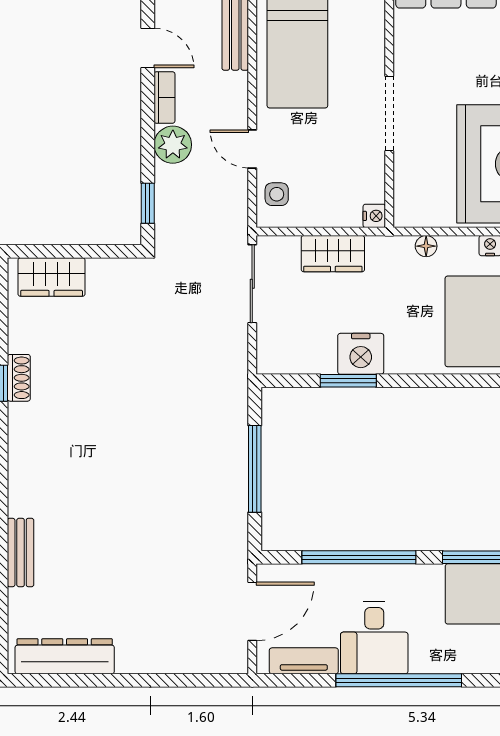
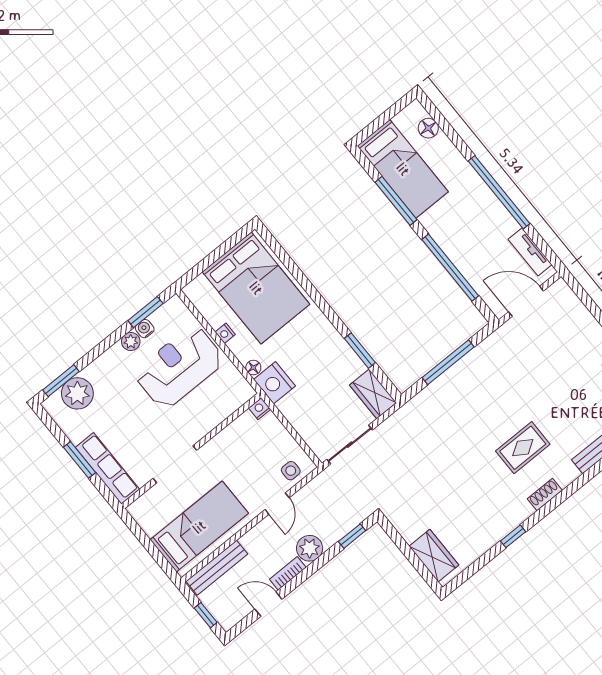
door: (148, 48) -> (268, 604), hinge flipped
doorway: (389, 113) -> (175, 464), moved
wardrobe: (333, 254) -> (373, 394), moved, turned 180
nightstand: (361, 354) -> (274, 383), moved, turned 180
shoe rack: (19, 378) -> (545, 495), moved
rug: (91, 475) -> (523, 448), added
desk: (374, 638) -> (487, 224), removed

